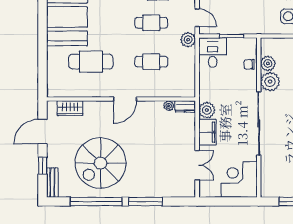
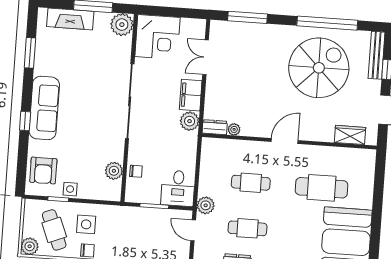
plant: (270, 82) -> (122, 25), moved
bench: (52, 183) -> (377, 55), width x1.36
window: (145, 202) -> (247, 17), moved

